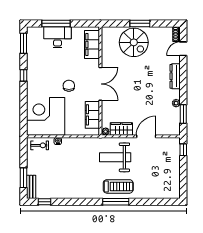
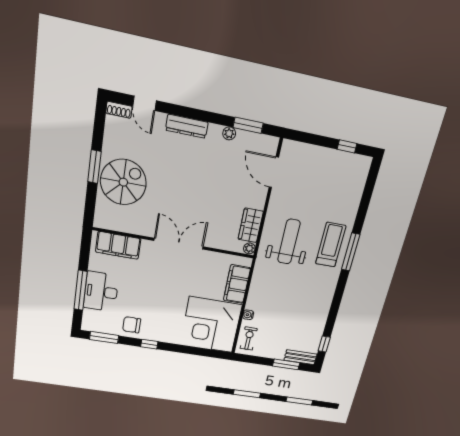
chair: (69, 86) -> (132, 325), moved
filing cabinet: (92, 115) -> (237, 284), moved, turned 90
door: (146, 136) -> (274, 172), moved
window: (183, 150) -> (347, 146), moved
weight bench: (115, 157) -> (289, 242), turned 180

